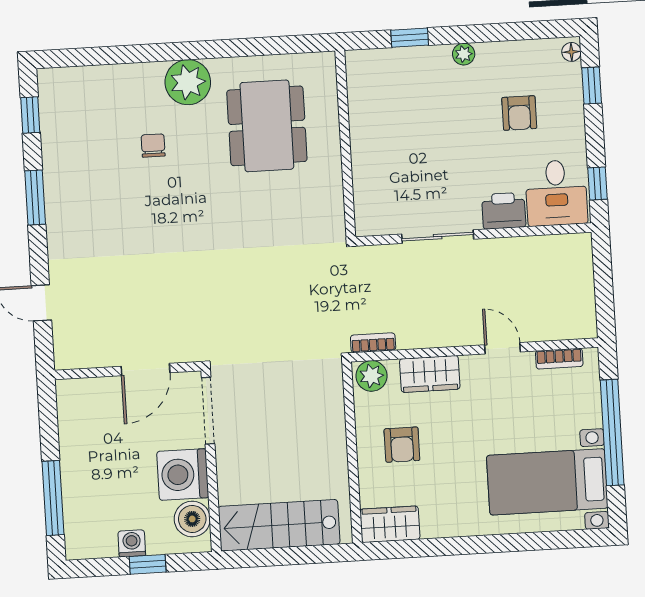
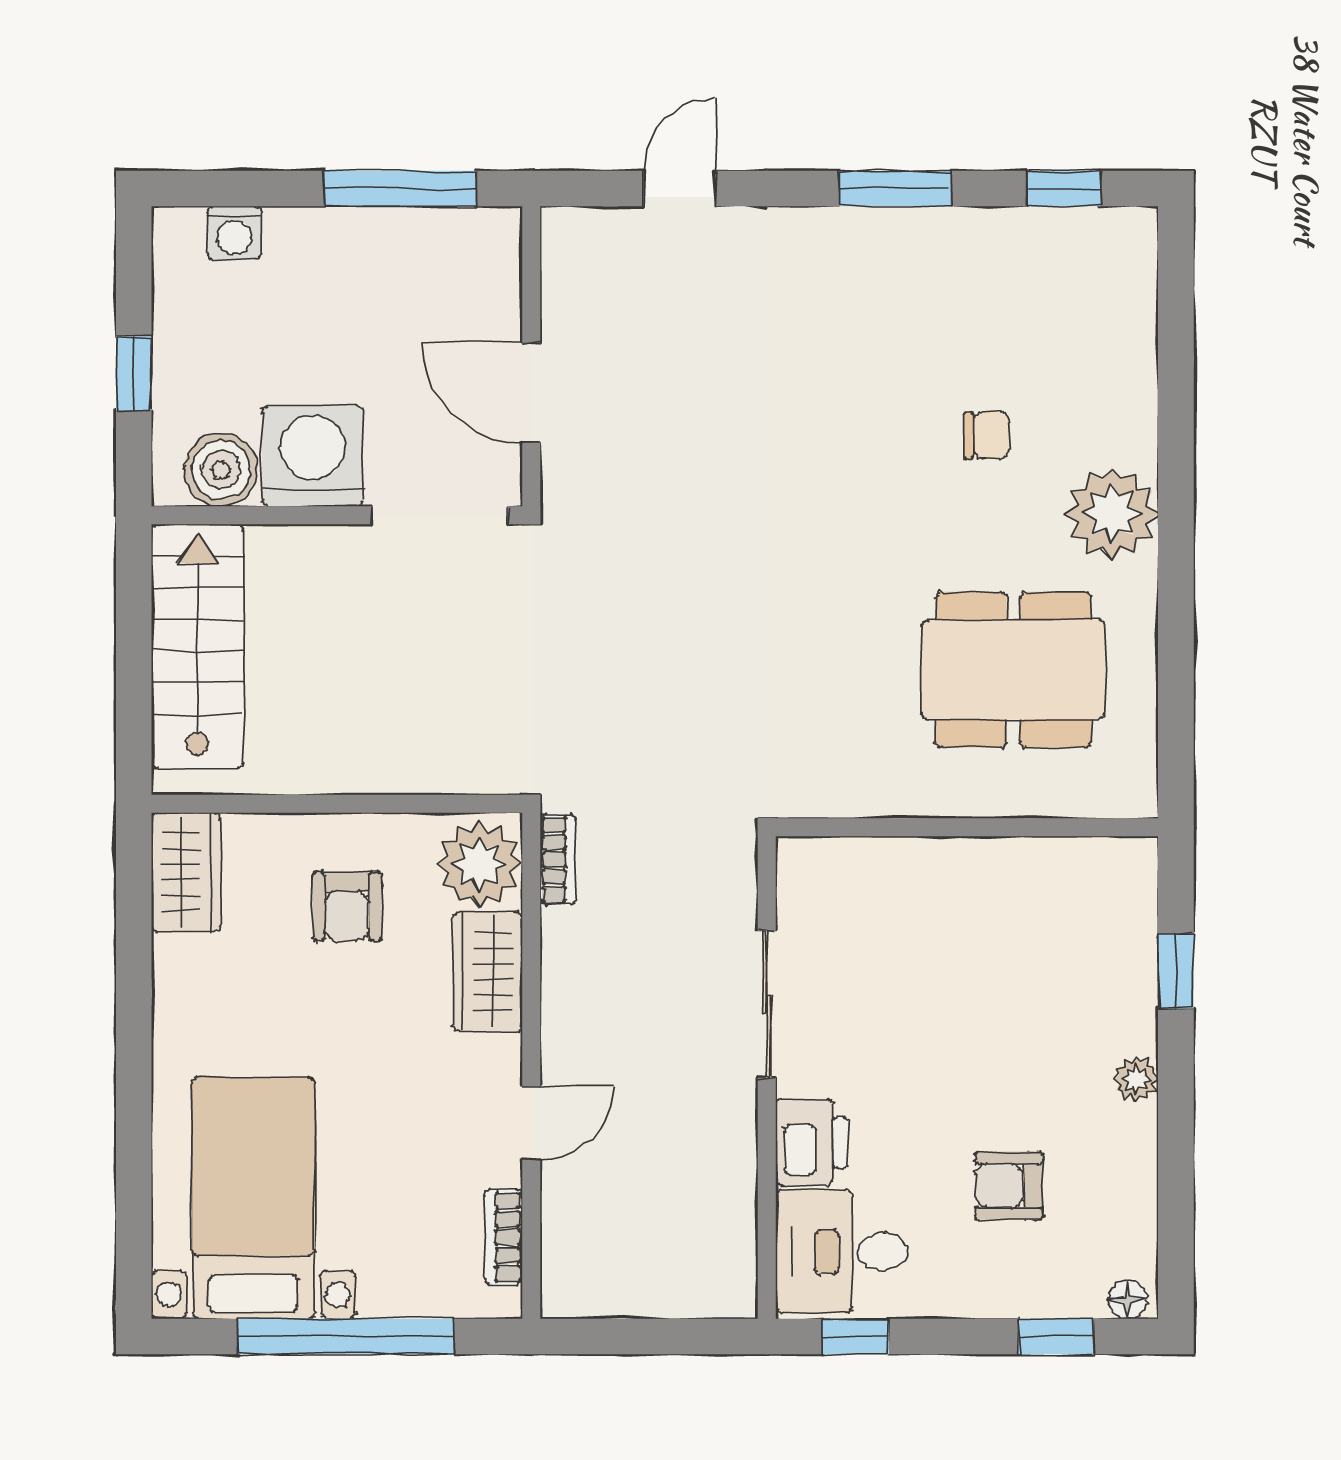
plant: (371, 376) -> (479, 864), width x1.36, depth x1.36
armchair: (402, 445) -> (347, 906), turned -90
window: (53, 498) -> (400, 188), moved
washing machine: (132, 543) -> (234, 233), moved, turned 90

